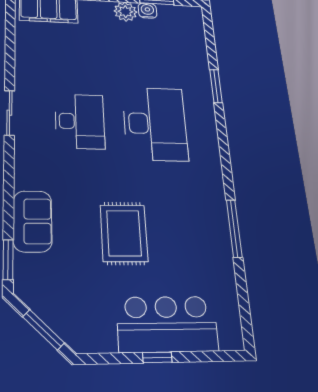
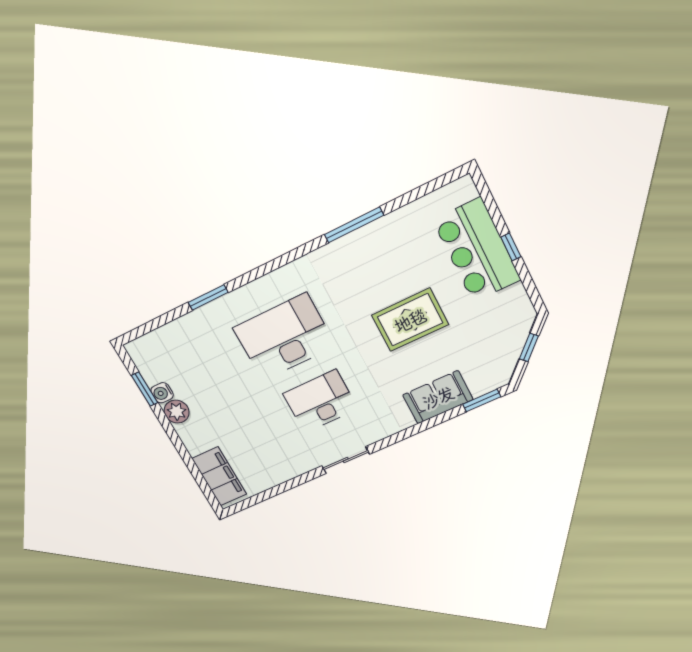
window: (43, 330) -> (529, 347), width x0.67

